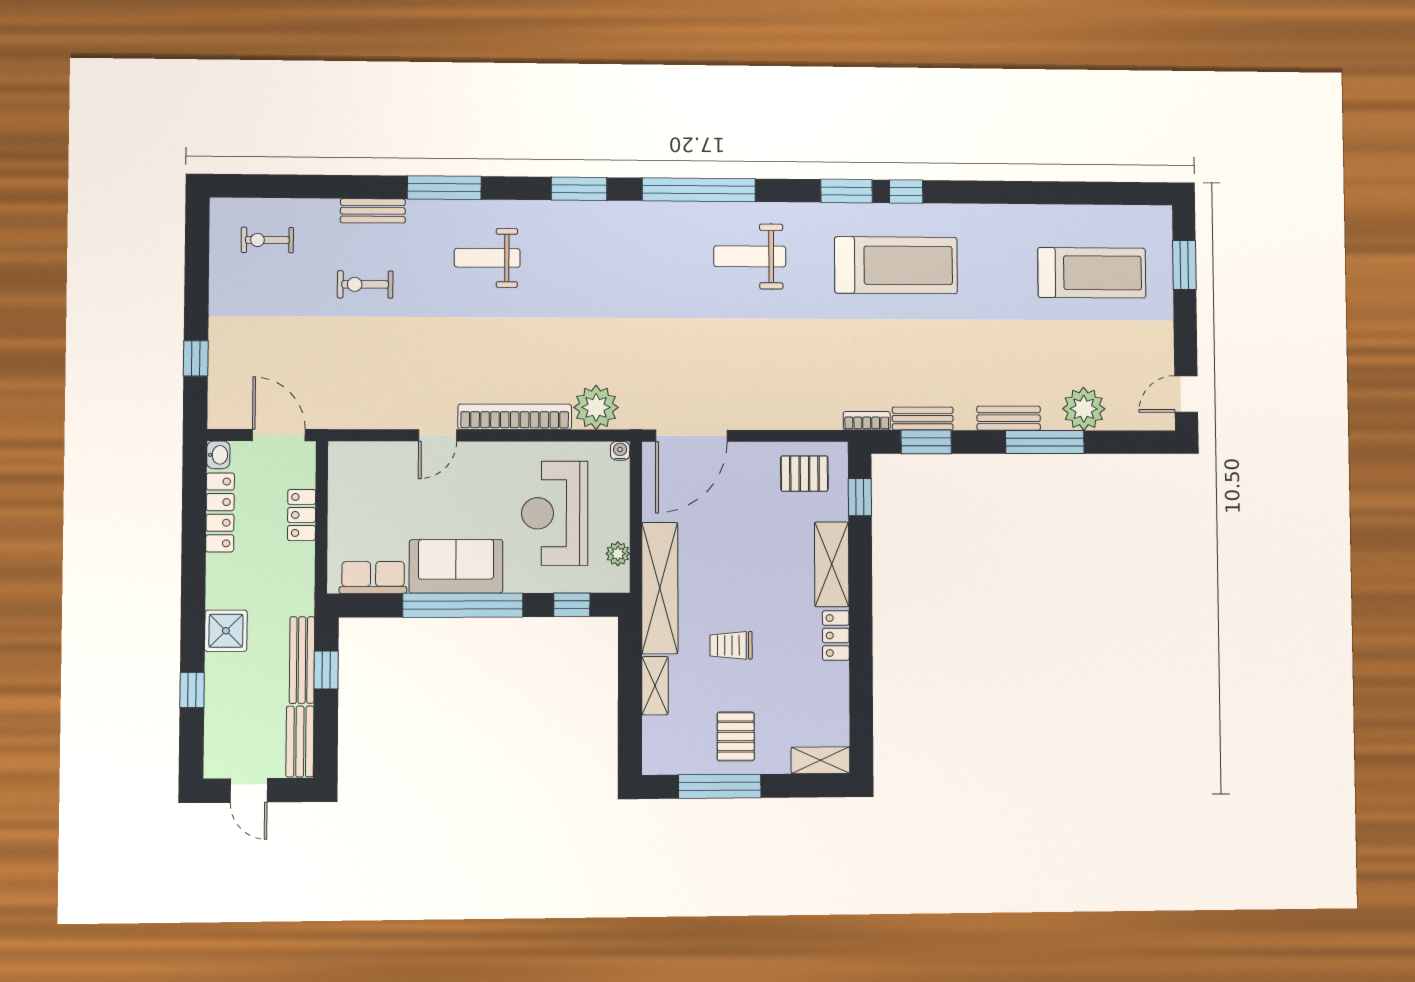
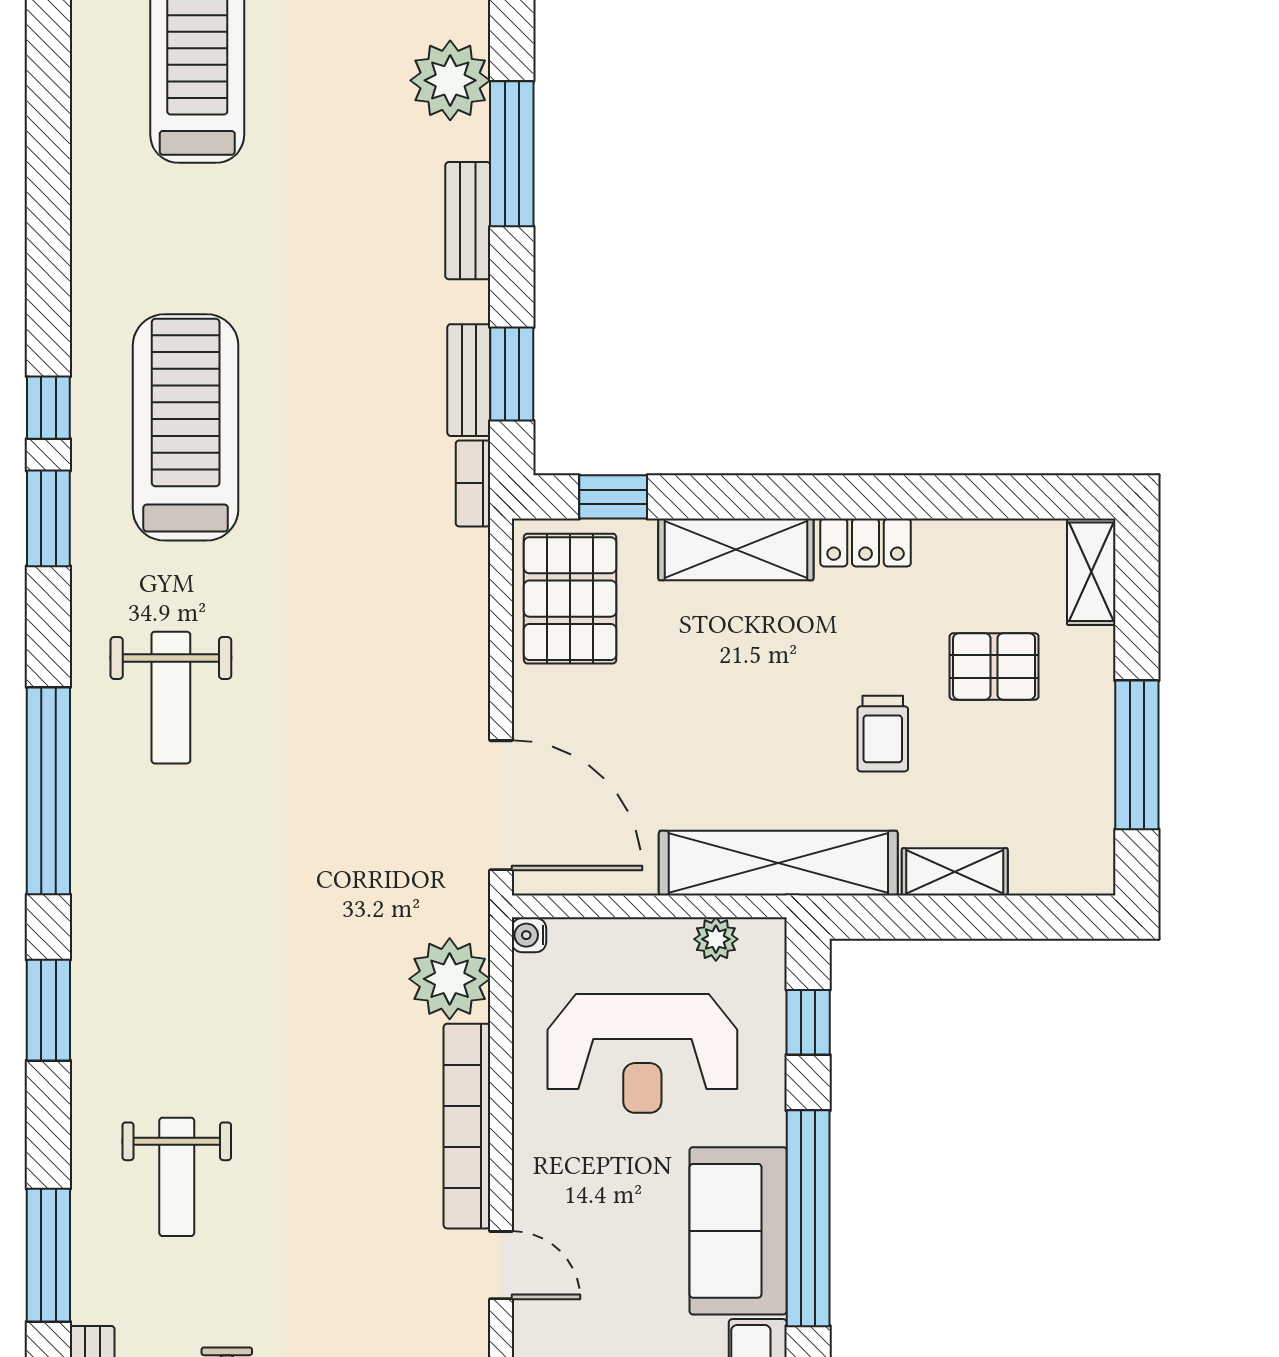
pallet: (804, 474) -> (570, 599), width x1.50, depth x1.42
pallet: (736, 736) -> (994, 666), moved

